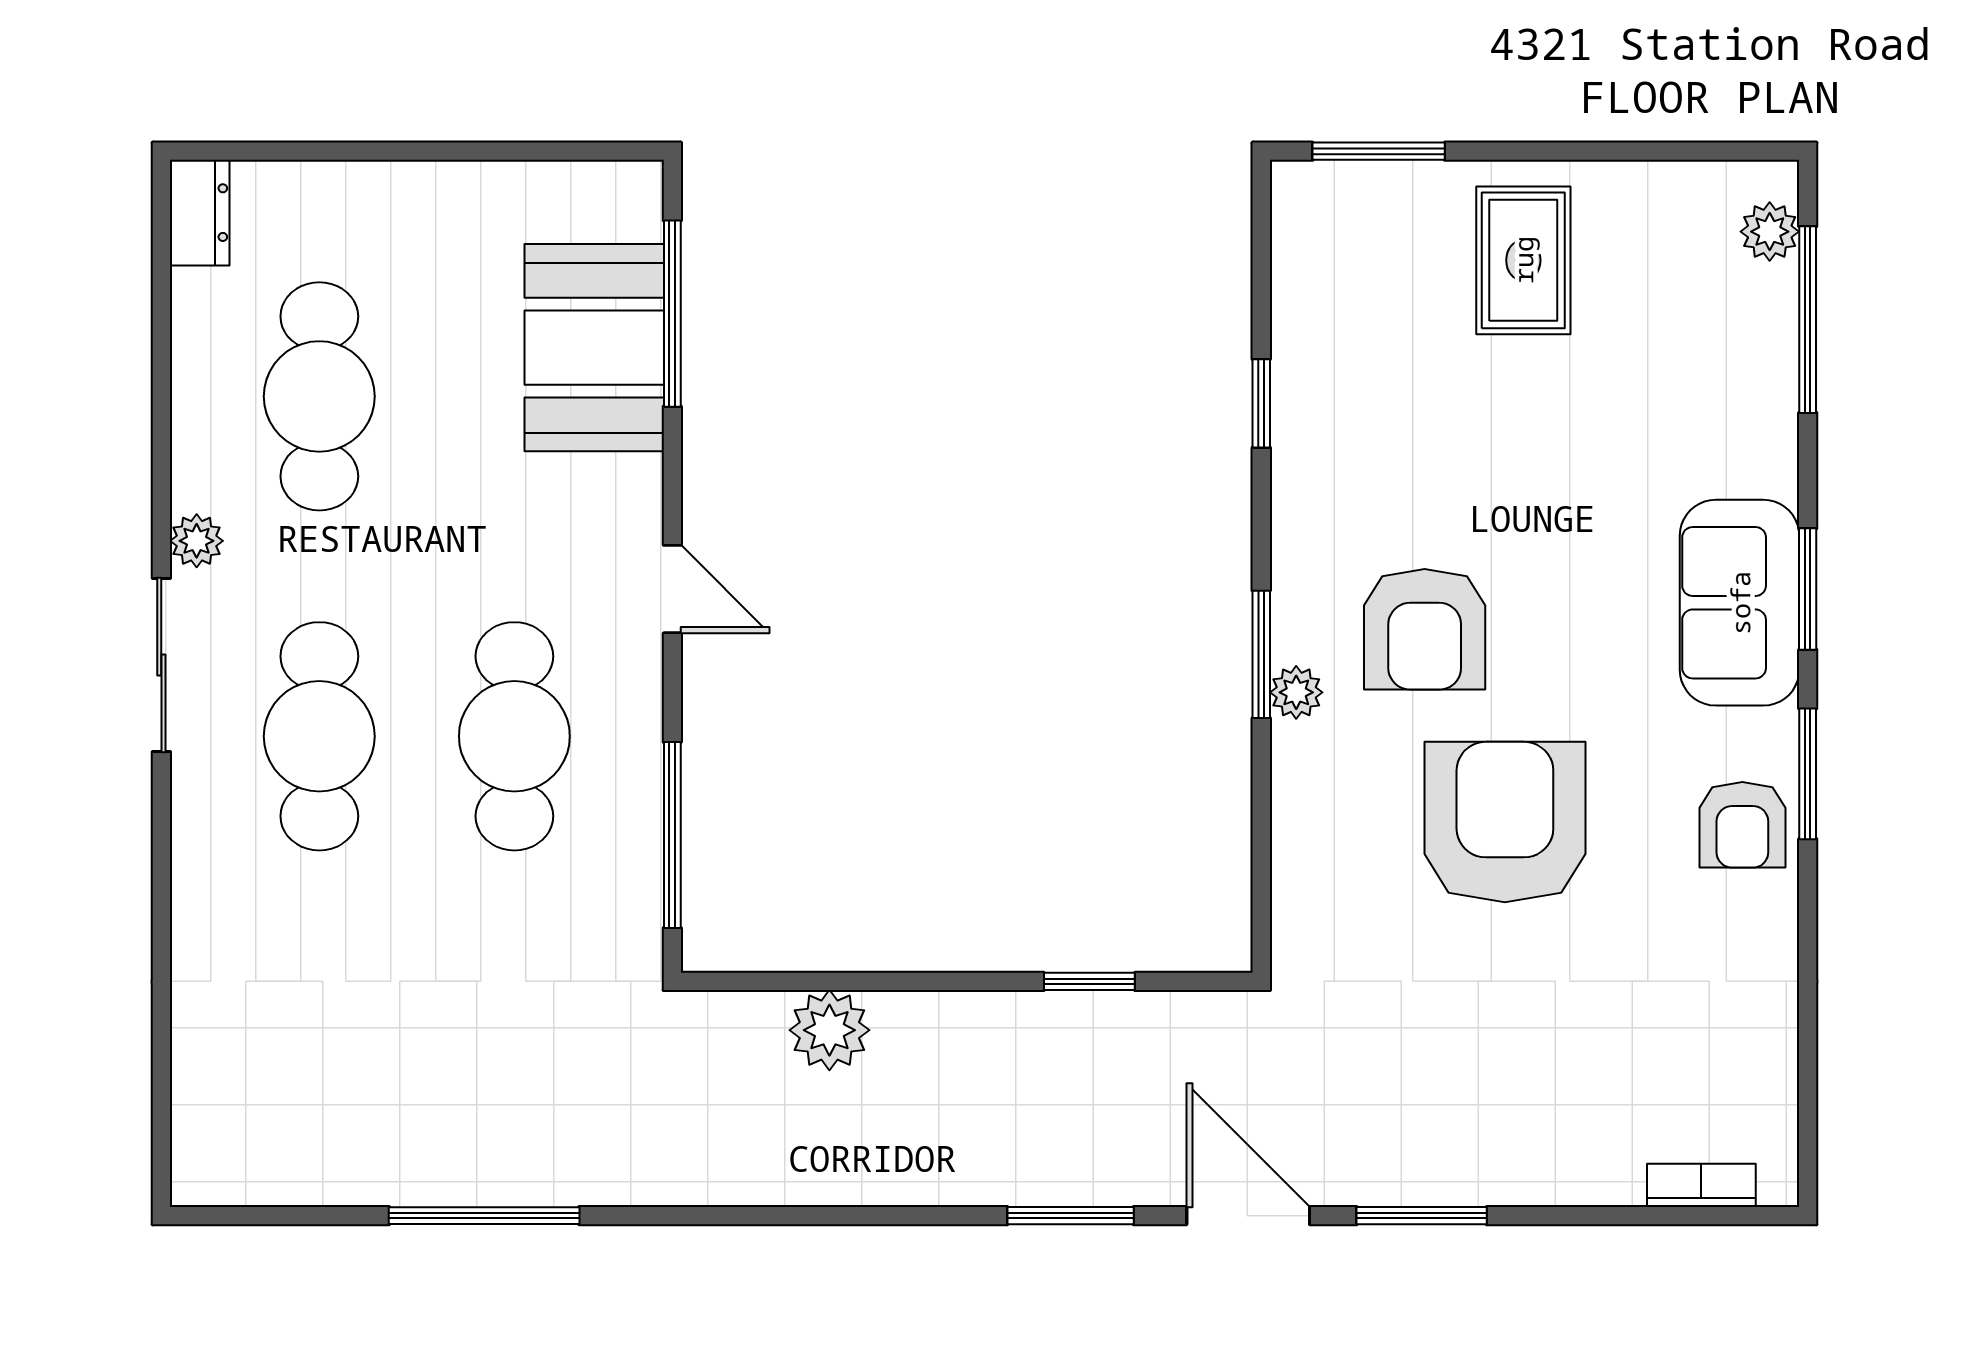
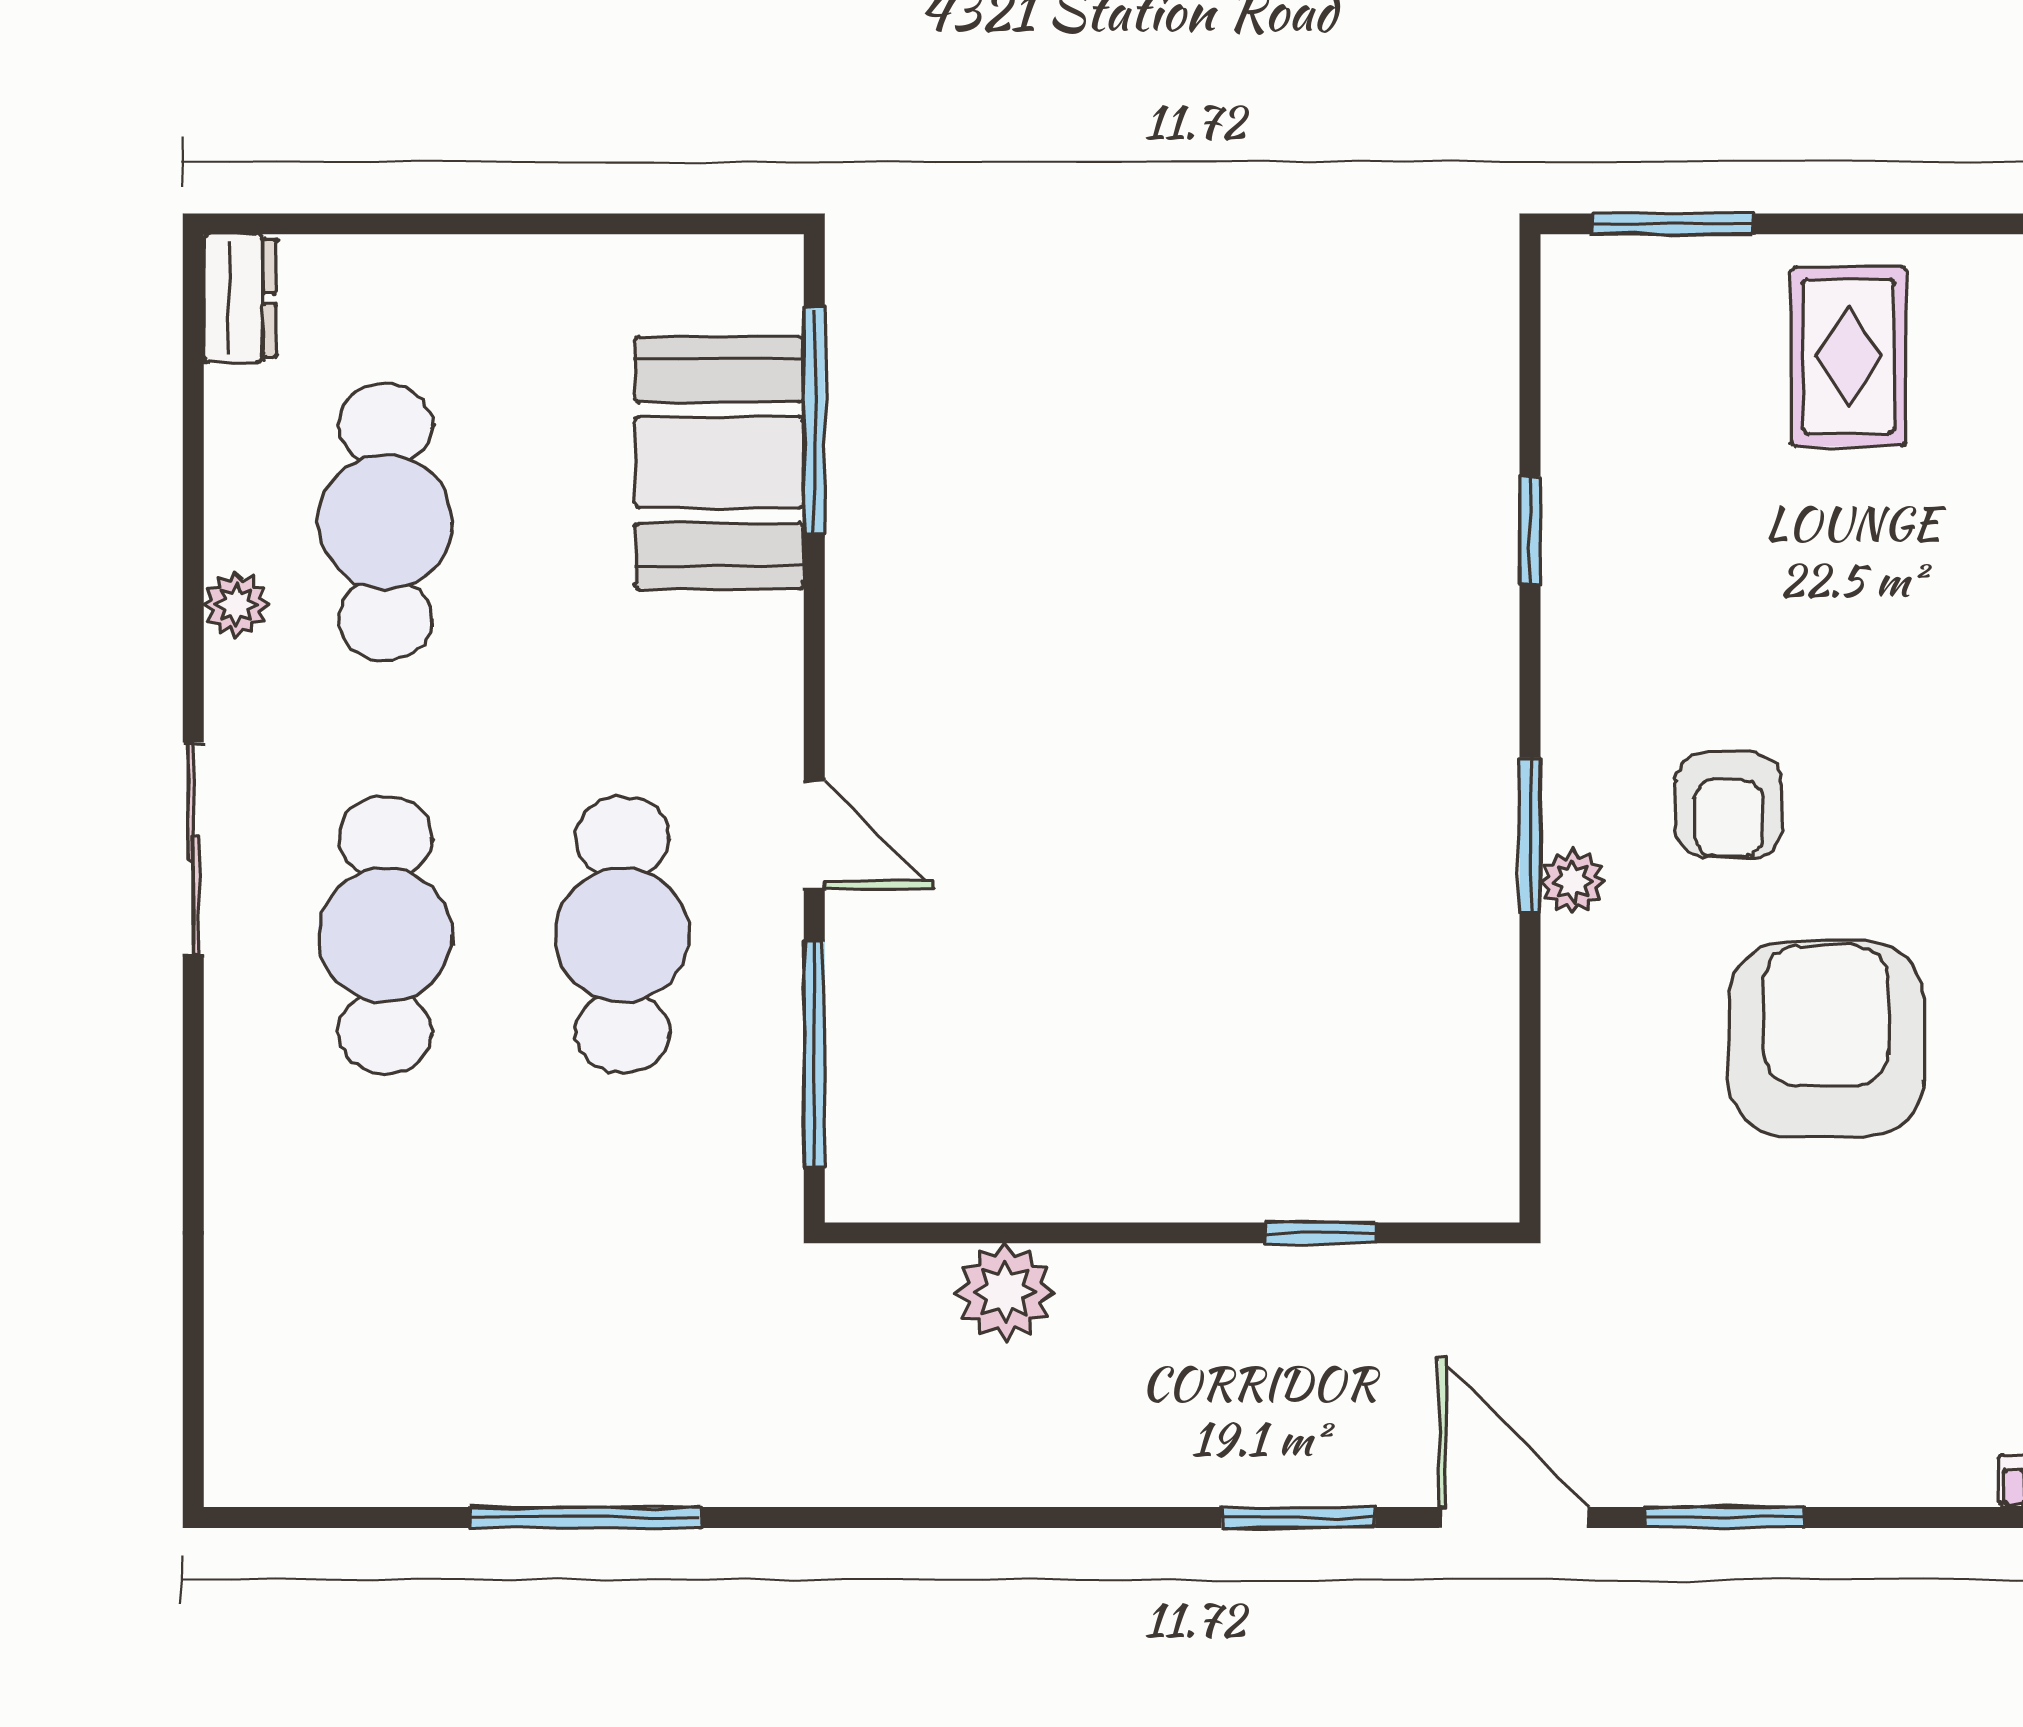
plant: (197, 541) -> (236, 605), moved
door: (672, 589) -> (814, 835), moved
armchair: (1425, 629) -> (1729, 805), width x0.72, depth x0.72

